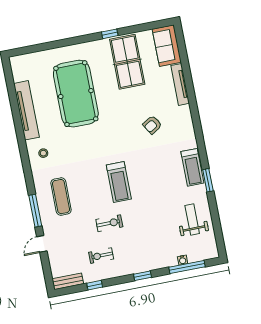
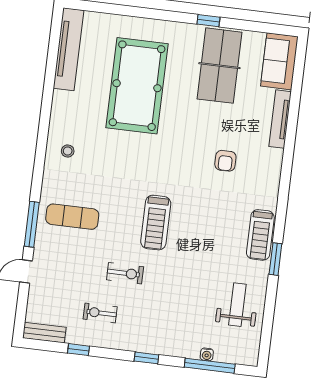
tv unit: (27, 110) -> (68, 49), moved
armchair: (152, 125) -> (225, 161), turned -59
exercise mat: (61, 197) -> (72, 217), turned 90

